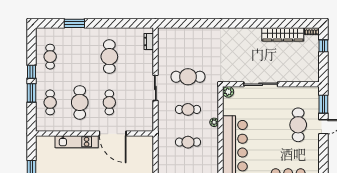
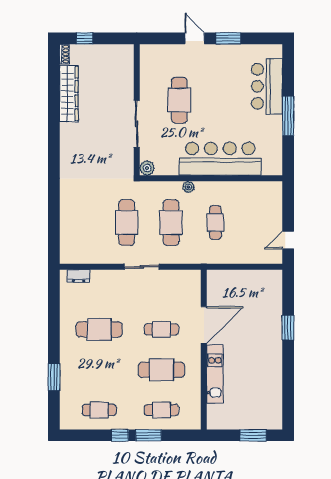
window: (323, 104) -> (228, 38), moved
cafe table: (188, 109) -> (171, 223), width x1.37, depth x1.35
cafe table: (298, 125) -> (179, 100), moved, turned 90

